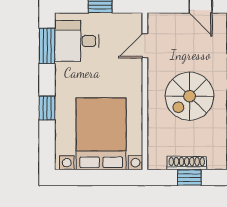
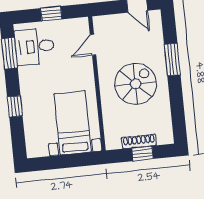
spiral stairs: (189, 96) -> (136, 84), turned 180
bed with nightstands: (101, 134) -> (73, 123), width x0.73

